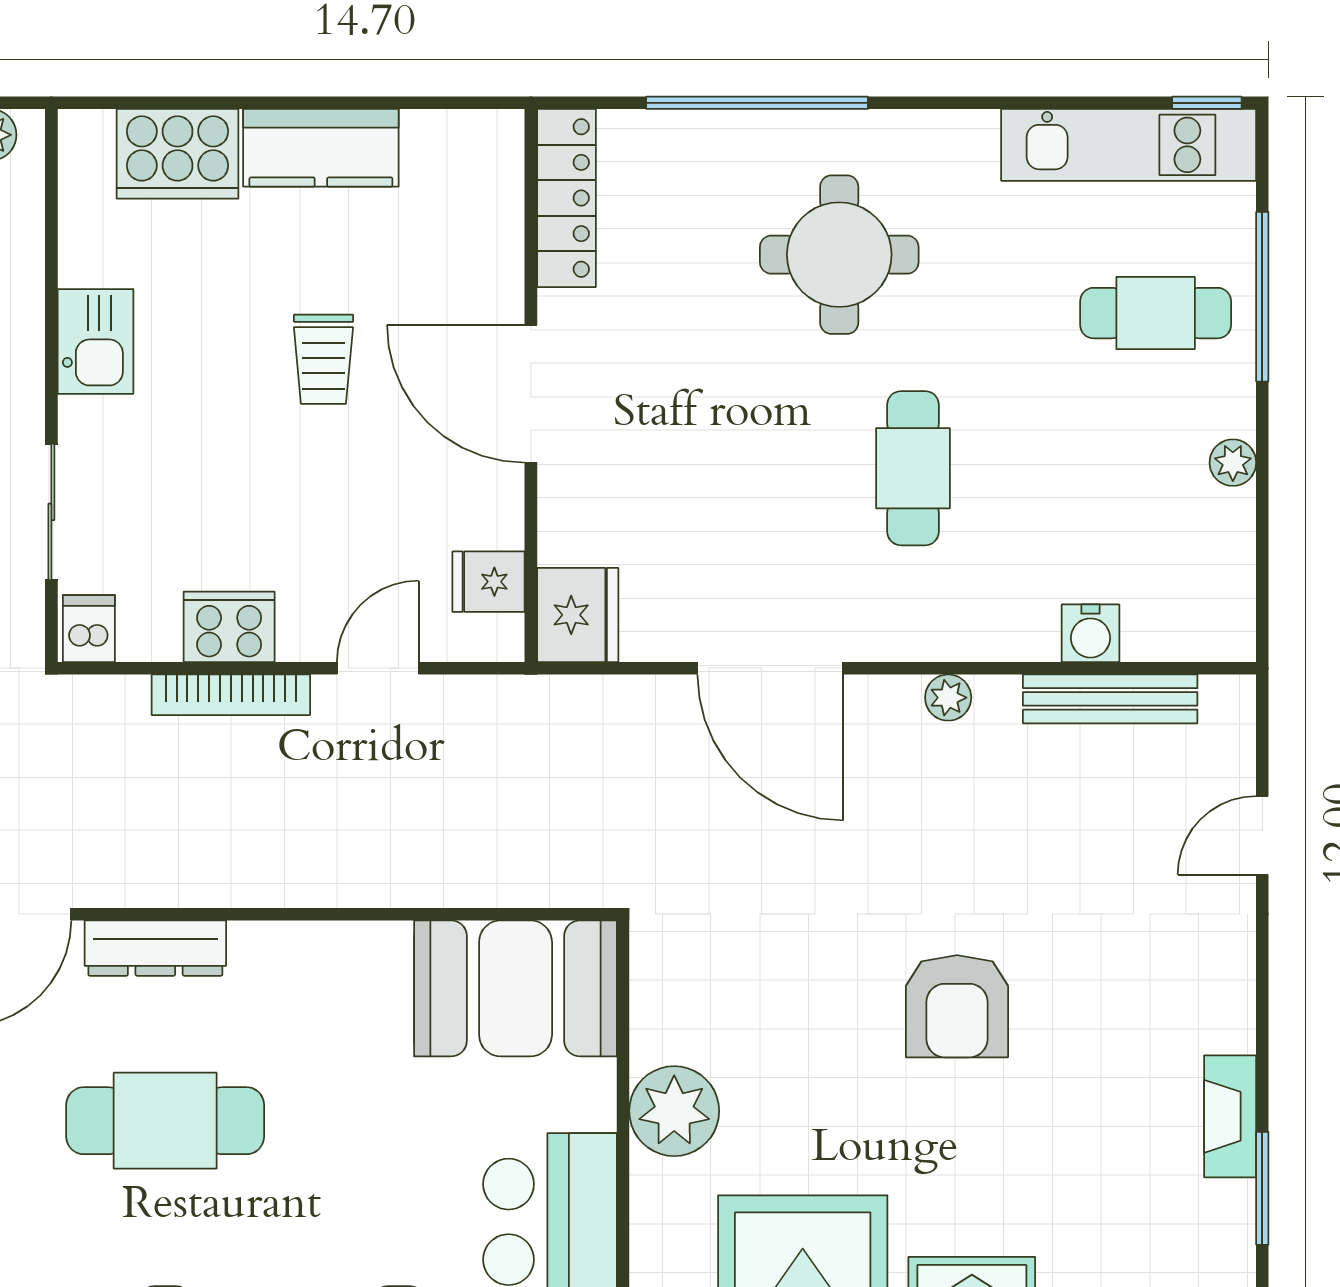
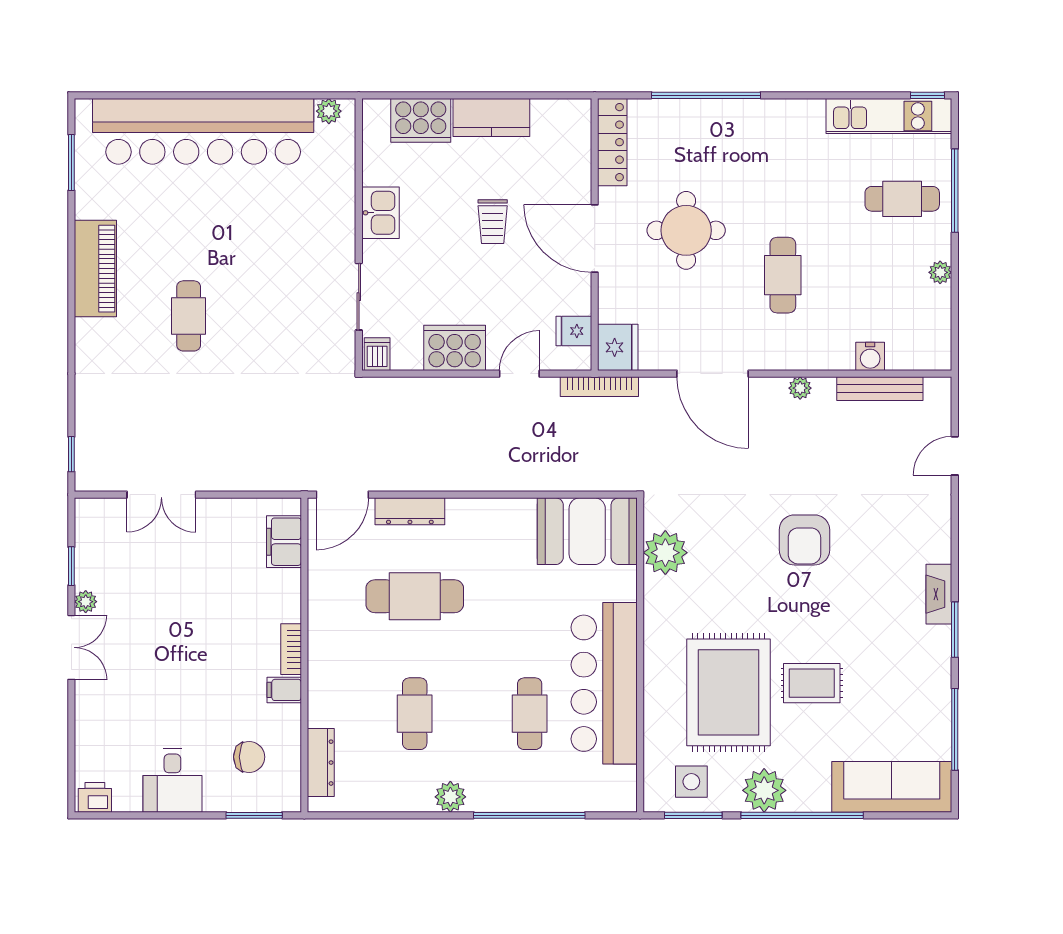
round table: (839, 255) -> (686, 230), moved
cooker: (229, 627) -> (455, 348), width x1.37, depth x1.31
bookcase: (231, 695) -> (599, 387), moved
plant: (674, 1111) -> (665, 553), moved

